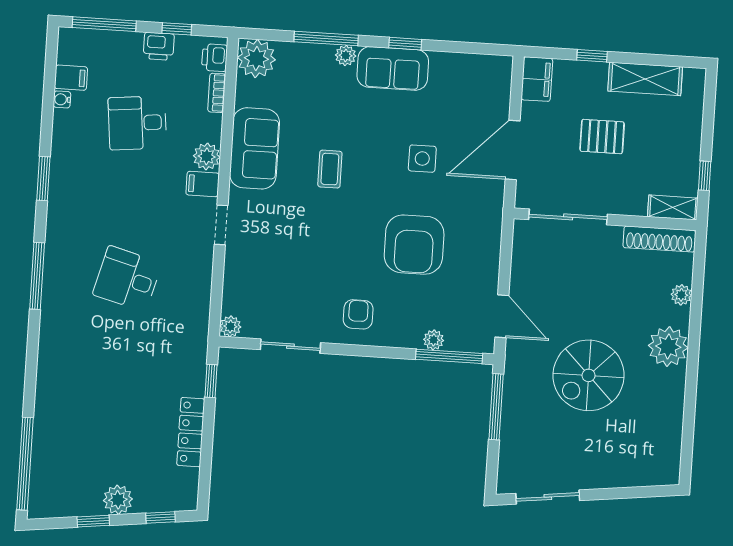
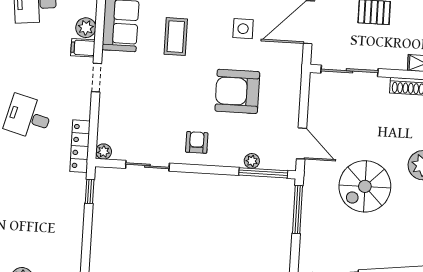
coffee table: (330, 169) -> (176, 37), width x1.36, depth x1.30
armchair: (414, 245) -> (237, 91), turned 90
locker: (191, 432) -> (80, 146), moved

